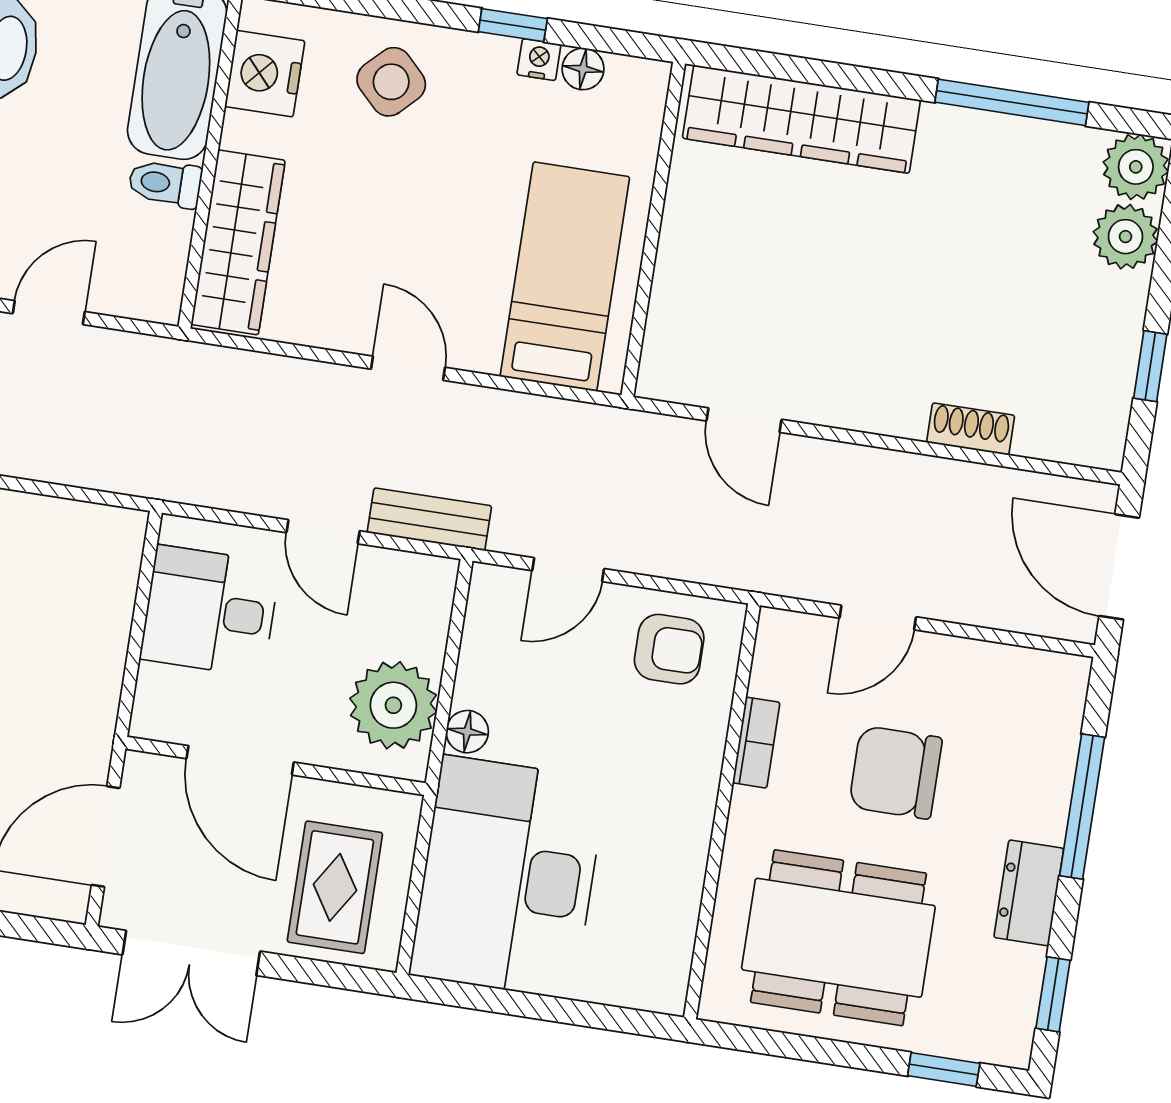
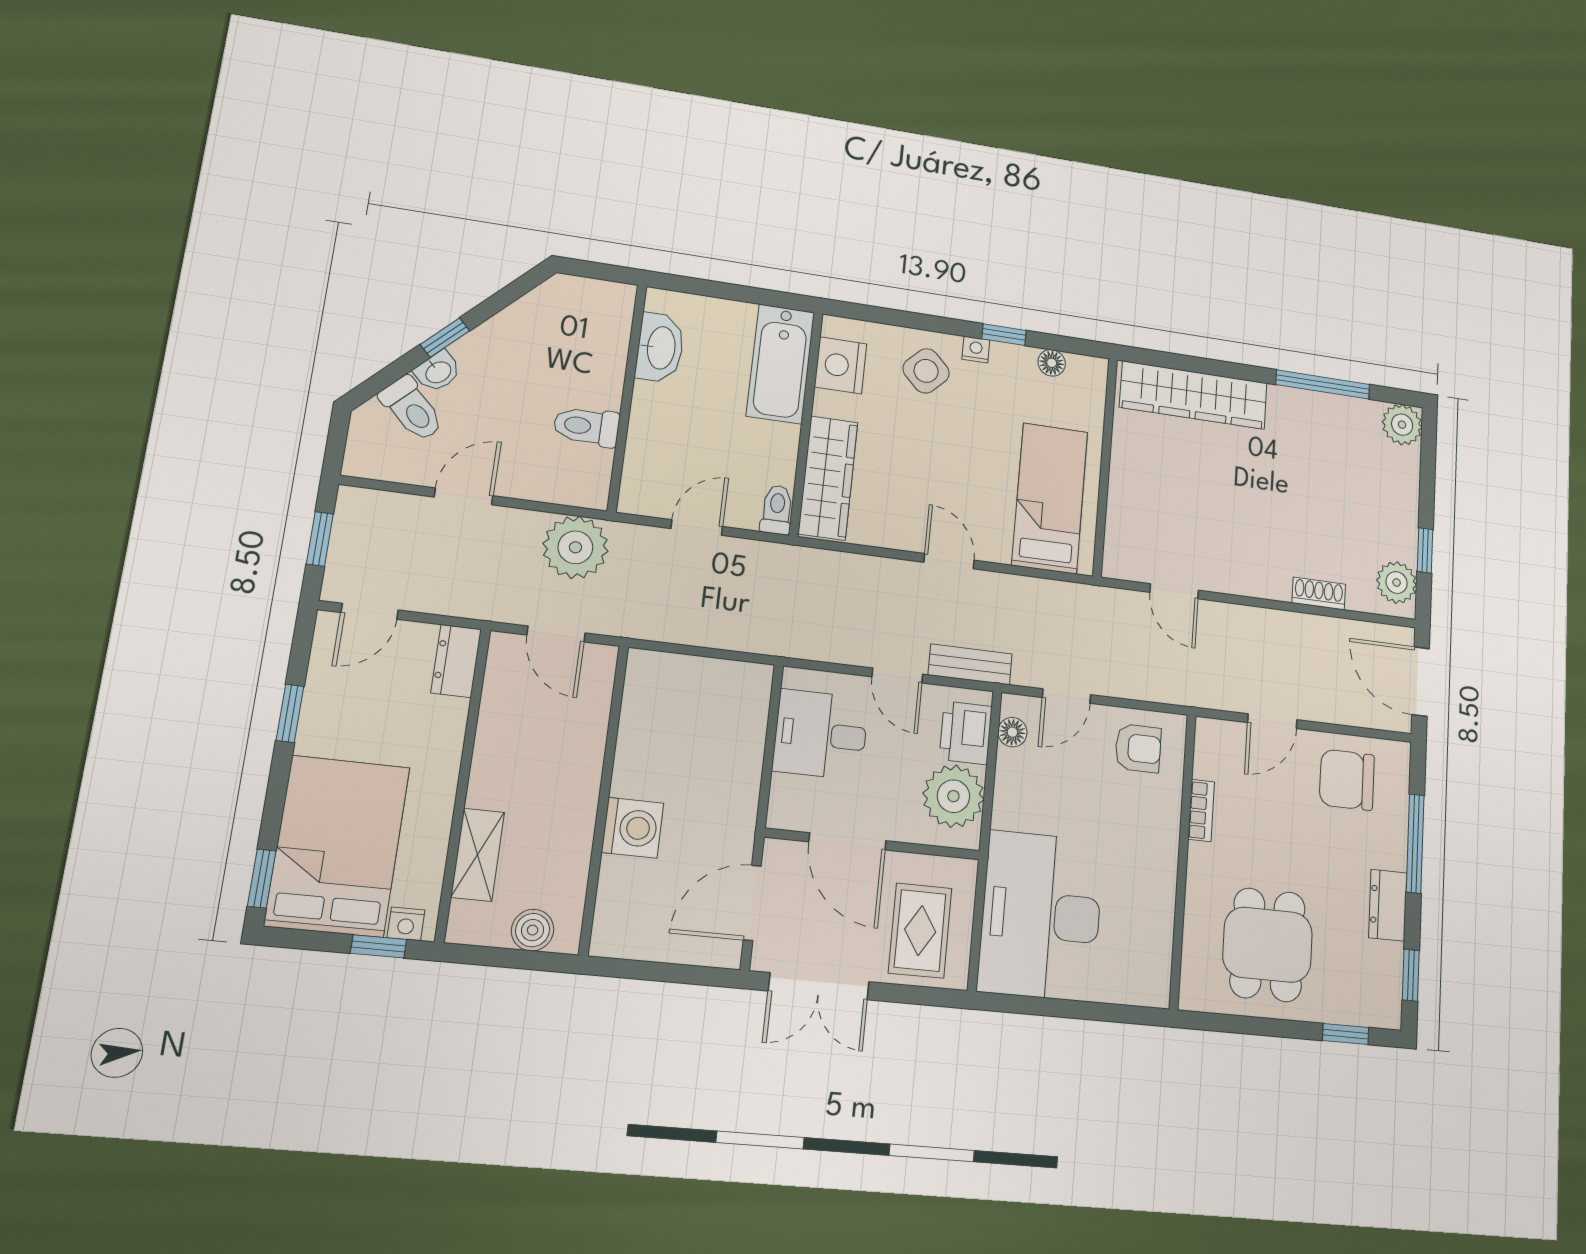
nightstand: (539, 60) -> (976, 350), moved
toilet: (165, 183) -> (777, 510), moved, turned 90
plant: (1125, 237) -> (1397, 583), moved
printer: (417, 617) -> (966, 733), added
floor lamp: (467, 732) -> (1012, 732), moved
chair: (896, 772) -> (1347, 780), moved
dining table: (838, 938) -> (1268, 945), width x0.73

